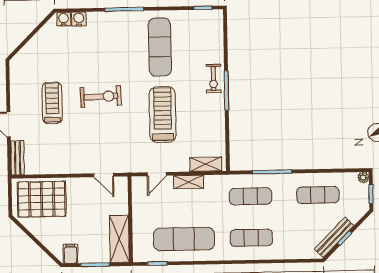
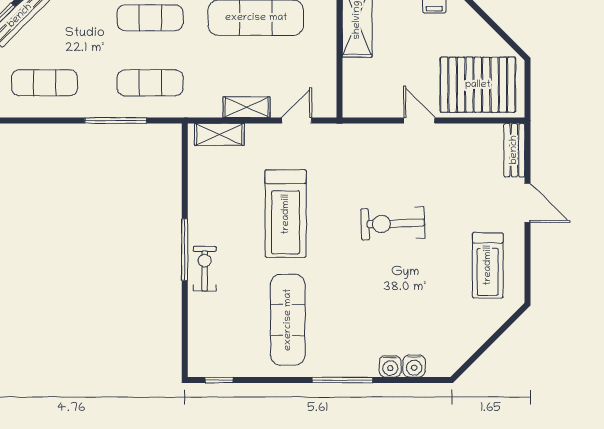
water cooler: (64, 19) -> (390, 366), moved
exercise bike: (101, 96) -> (393, 224), moved
treadmill: (52, 103) -> (488, 265), moved
door: (104, 175) -> (419, 121), moved

